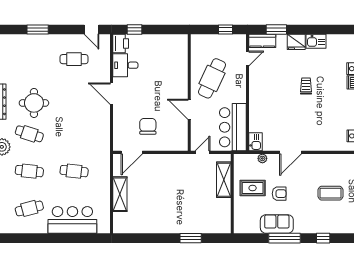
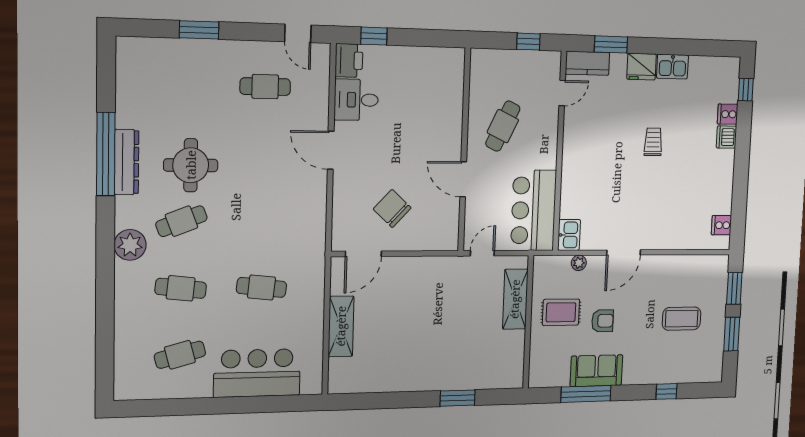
cafe table: (212, 78) -> (503, 126), width x0.73, depth x0.74
chair: (148, 126) -> (392, 208), turned -47
cafe table: (29, 134) -> (181, 221), turned -39
window: (284, 238) -> (586, 394), moved

